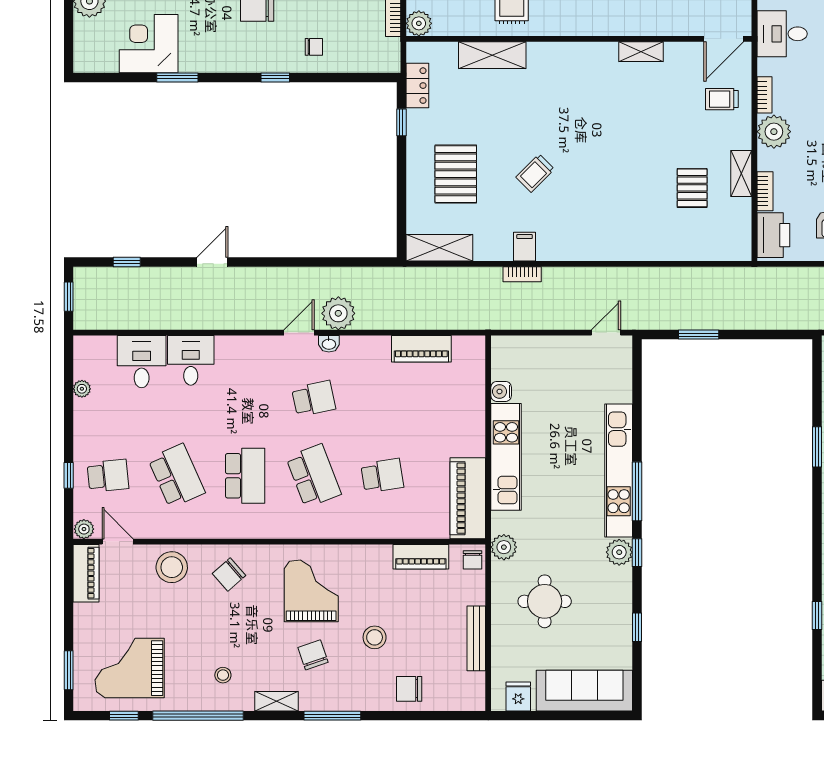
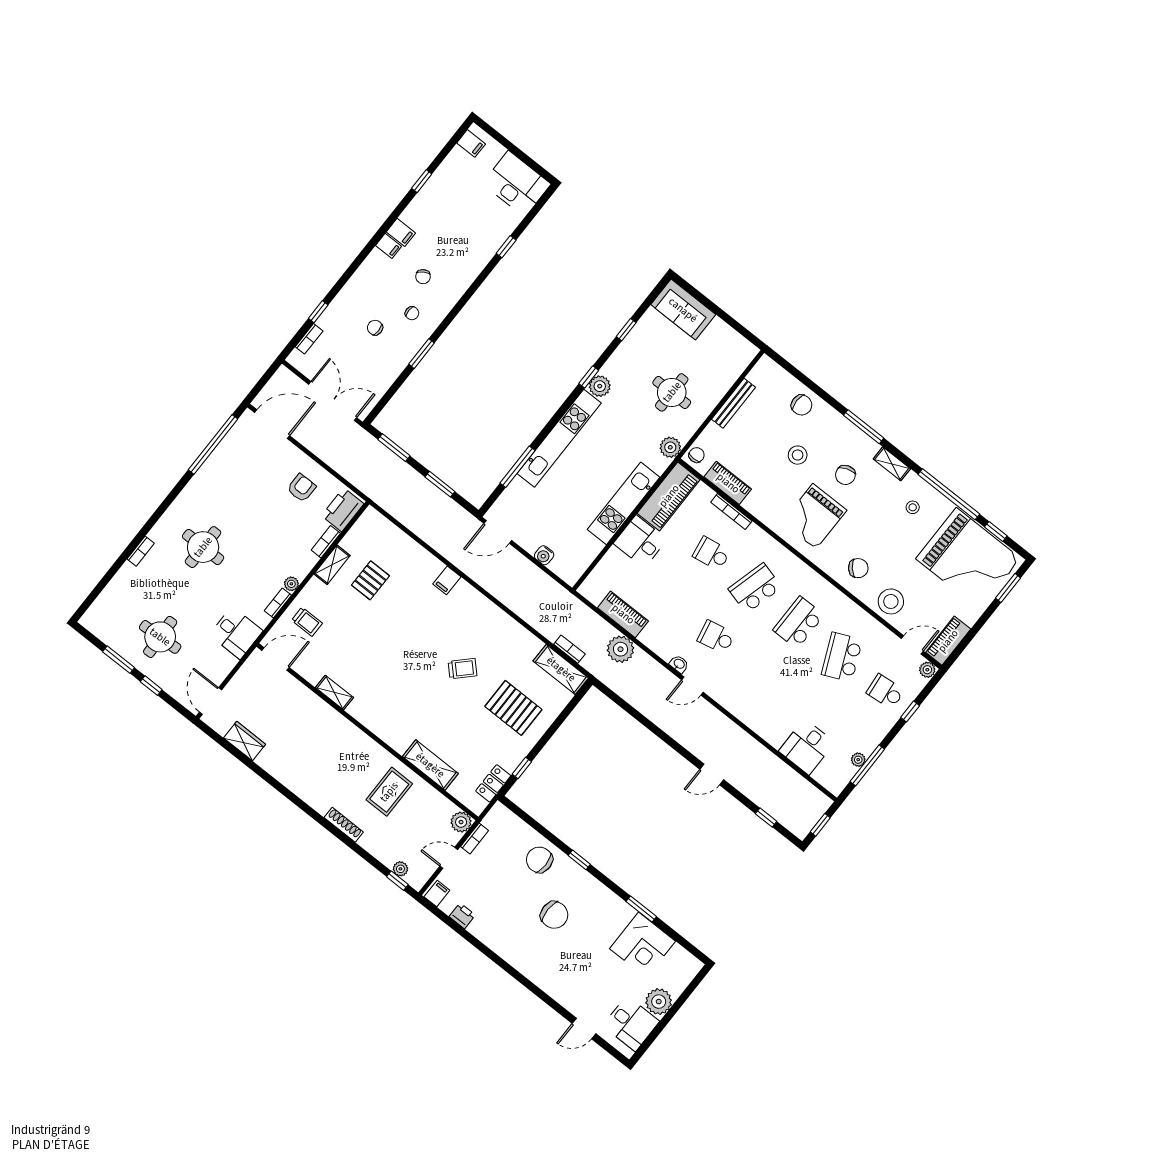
chair: (314, 47) -> (539, 860), width x1.87, depth x1.87
plant: (774, 132) -> (291, 584), width x0.53, depth x0.53
pallet: (456, 174) -> (513, 708), turned 90
filing cabinet: (525, 247) -> (447, 580), moved
bookcase: (522, 274) -> (569, 649), moved
plant: (338, 313) -> (621, 649), moved
door: (606, 333) -> (498, 532), width x1.38
window: (771, 335) -> (394, 448), added
desk: (191, 360) -> (640, 542), moved, turned 90
window: (69, 390) -> (867, 765), added
water cooler: (501, 391) -> (544, 555), moved, turned 90
school desk: (314, 476) -> (755, 588), turned 36
window: (637, 491) -> (517, 467), moved
bookcase: (395, 532) -> (731, 512), added
door: (118, 542) -> (912, 645), swing flipped
grand piano: (130, 668) -> (968, 559), width x1.37, depth x1.48
sofa: (584, 691) -> (683, 310), width x0.73
fridge: (518, 696) -> (736, 345), removed

